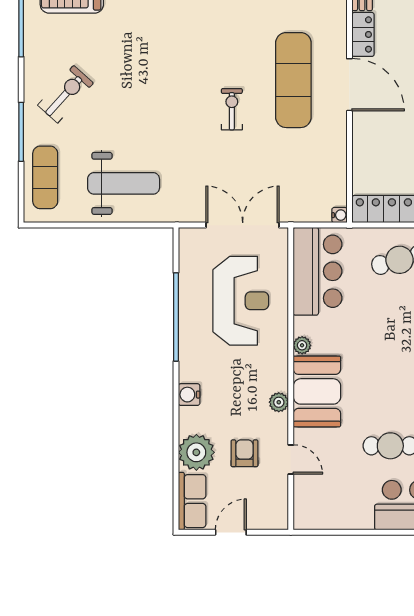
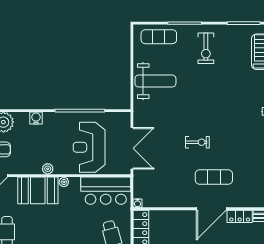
exercise mat: (293, 80) -> (214, 177), width x0.73, depth x0.69
exercise bike: (66, 94) -> (206, 48), turned 48
weight bench: (124, 183) -> (155, 81), turned -90
reception desk: (241, 301) -> (89, 147), turned 90
plant: (279, 402) -> (48, 169), moved

